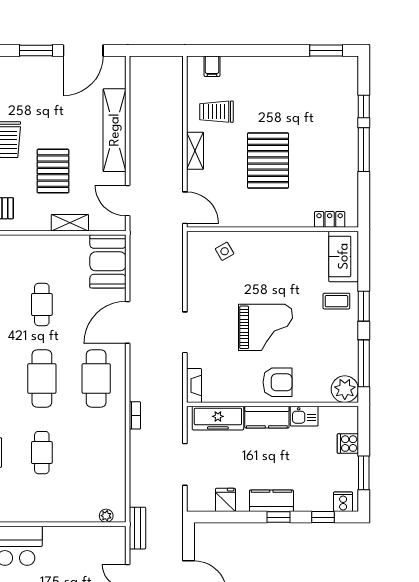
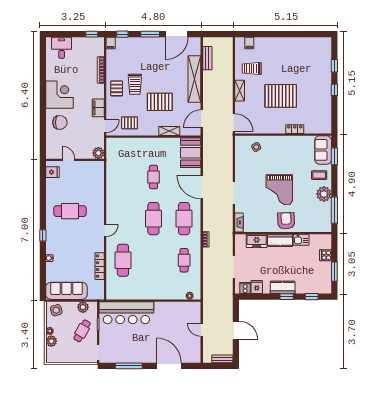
window: (326, 50) -> (313, 34), removed
window: (364, 150) -> (334, 90), width x0.46
pallet: (268, 160) -> (281, 96), turned 90
pallet: (53, 171) -> (160, 102), turned 90
door: (128, 201) -> (202, 119), hinge flipped
locker: (330, 219) -> (295, 129), moved
window: (364, 306) -> (334, 156), moved
door: (128, 322) -> (202, 187), hinge flipped
grand piano: (266, 327) -> (279, 190), turned 90
armchair: (278, 382) -> (286, 221), turned -92
plant: (345, 389) -> (324, 194), moved
freezer: (218, 418) -> (257, 241), width x0.71
cafe table: (42, 453) -> (184, 260), moved
cooker: (343, 502) -> (245, 288), moved
bench: (137, 528) -> (207, 58), moved

